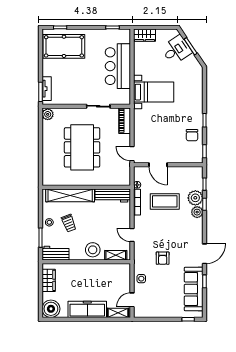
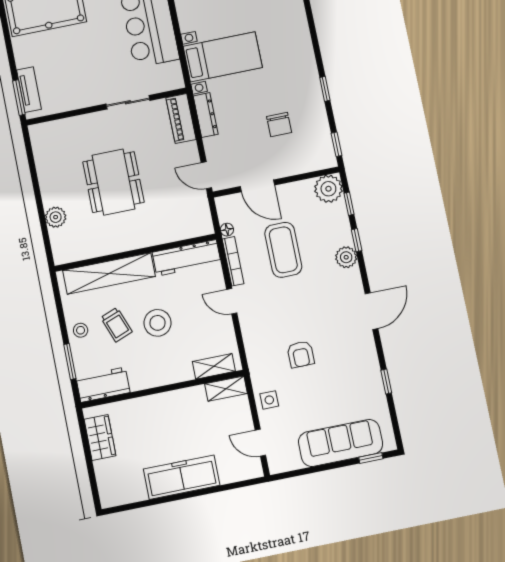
plant: (48, 114) -> (56, 217), moved
dresser: (138, 122) -> (206, 115), added
chair: (192, 135) -> (279, 124), moved
dining table: (82, 147) -> (113, 182), width x0.73, depth x0.80
plant: (195, 198) -> (328, 189), moved
coffee table: (165, 201) -> (283, 250), turned 90
door: (132, 235) -> (232, 301), moved
stool: (93, 250) -> (158, 323), moved
door: (205, 254) -> (371, 311), moved
sofa: (194, 289) -> (341, 443), moved, turned 90
door: (132, 300) -> (260, 443), hinge flipped
boiler: (51, 309) -> (115, 489), removed
shelving: (118, 313) -> (226, 389), moved

